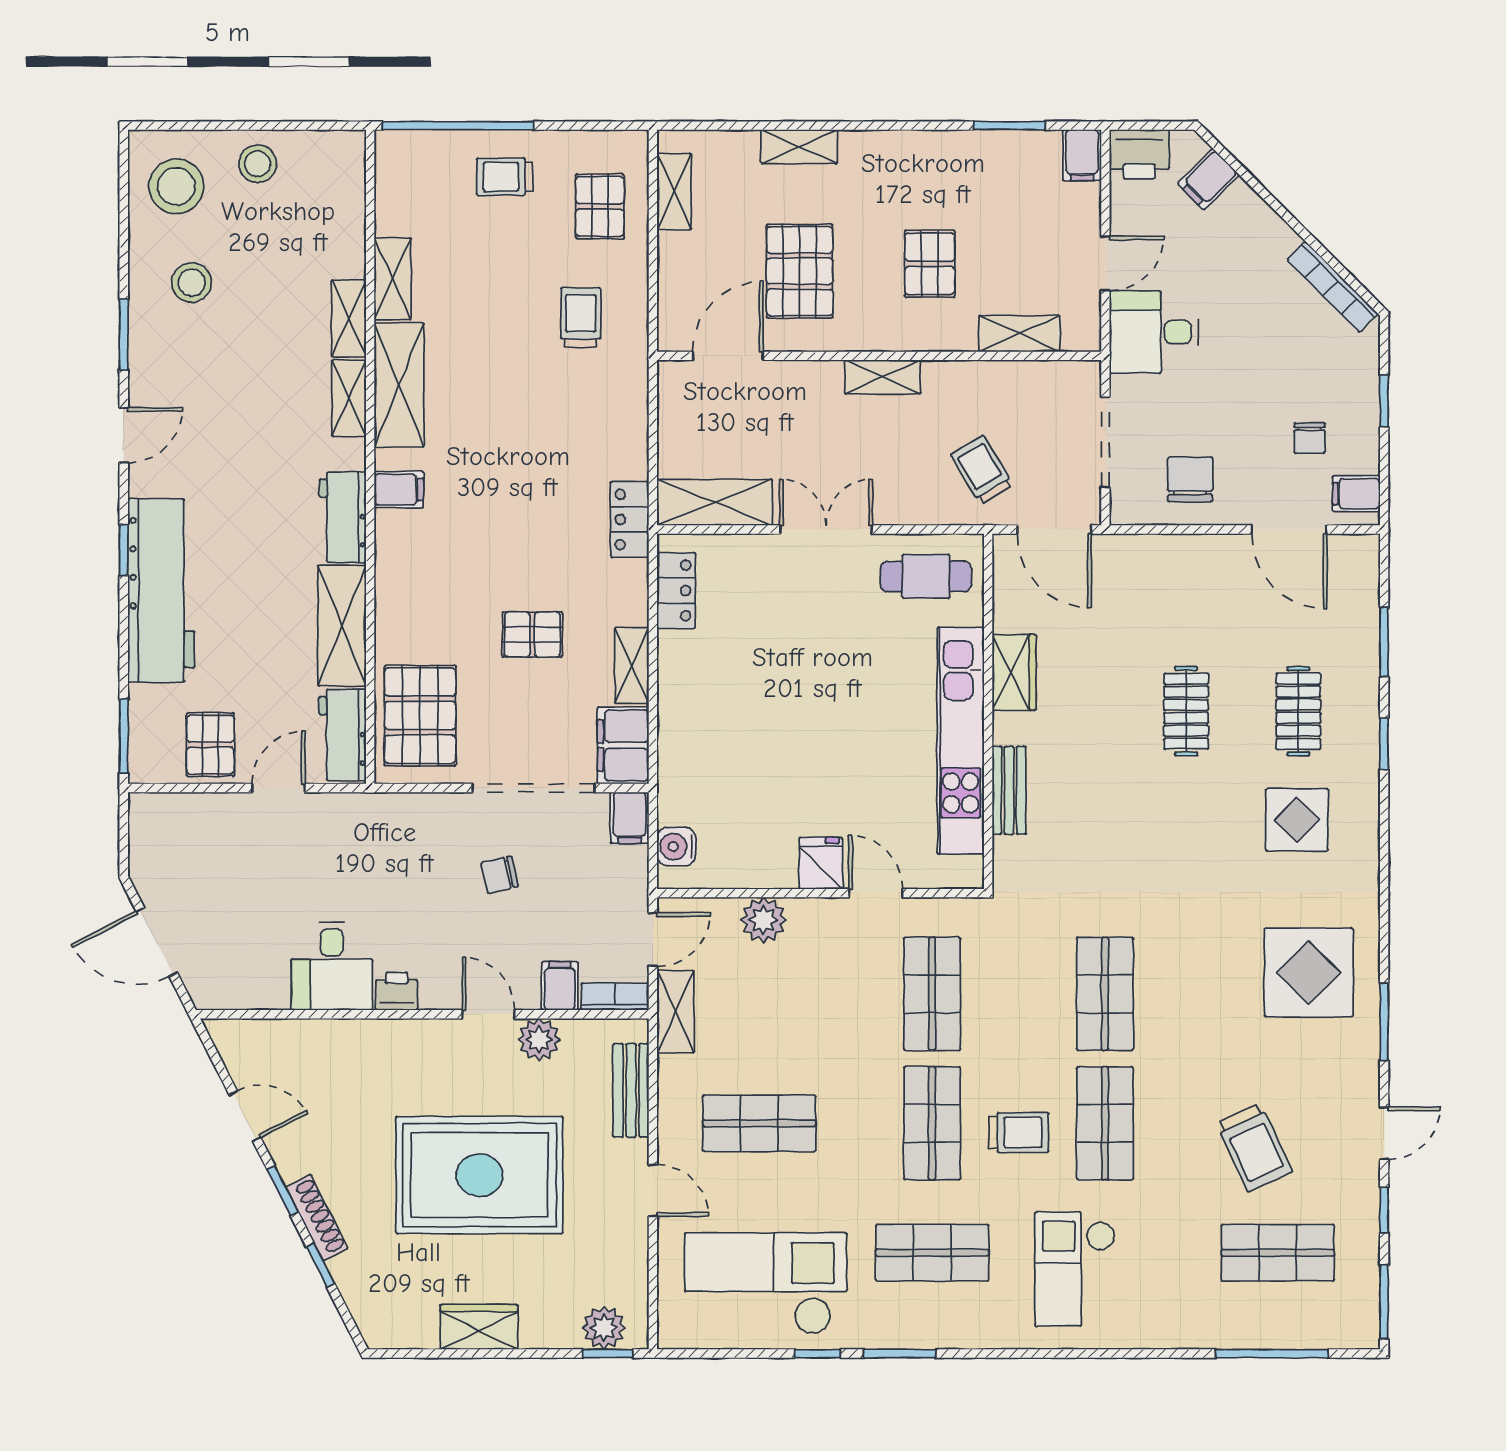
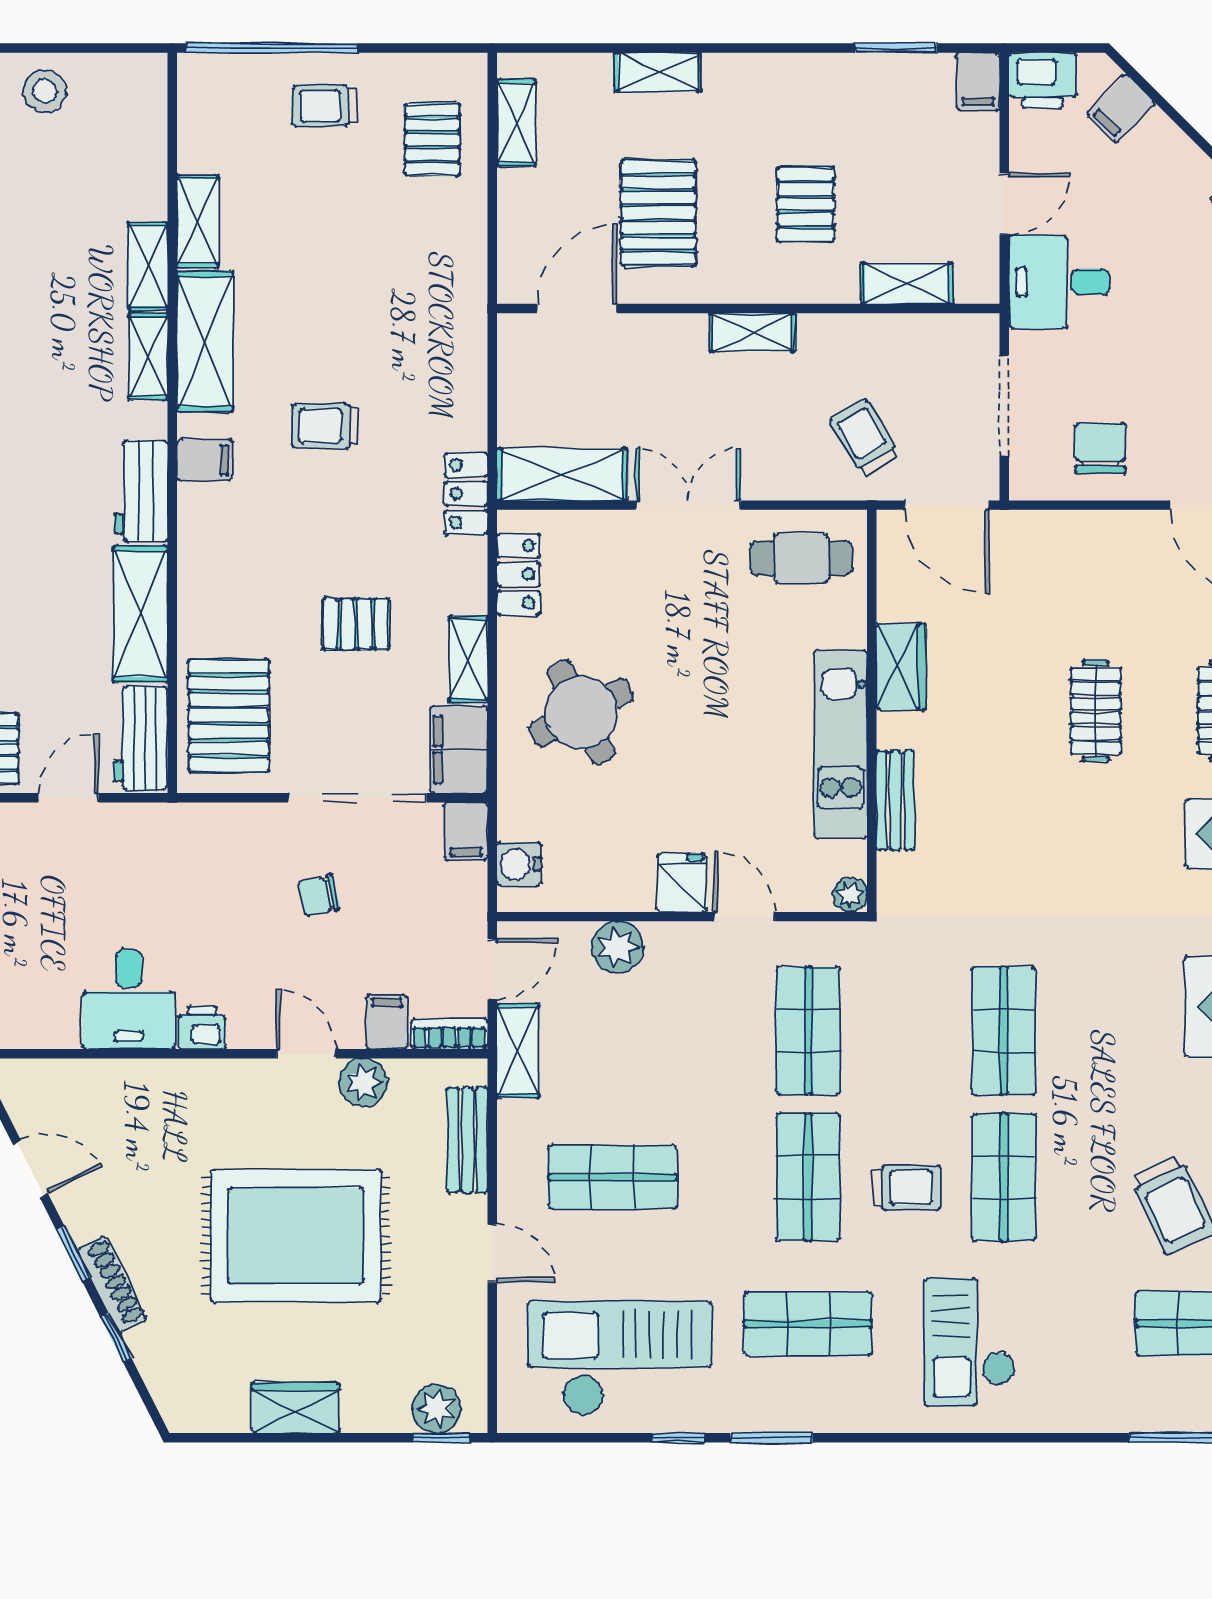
trolley: (581, 317) -> (325, 426), moved, turned -90
round table: (732, 713) -> (581, 713), added
kitchen unit: (961, 741) -> (841, 744), width x0.73
plant: (969, 874) -> (850, 895), added

